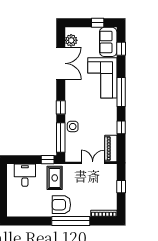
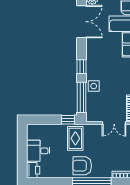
double door: (93, 163) -> (114, 123), swing flipped
desk: (25, 175) -> (38, 151), moved, turned -90
printer: (13, 209) -> (33, 170), added

